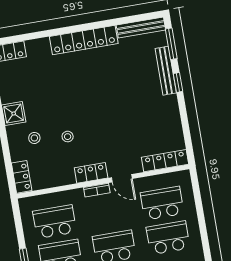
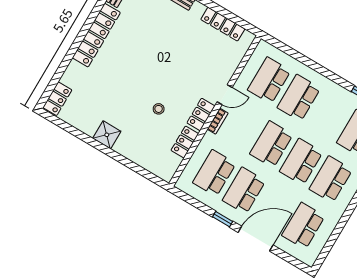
stool: (34, 138) -> (138, 135), removed
locker: (165, 161) -> (223, 24), moved, turned -90
locker: (22, 177) -> (185, 142), moved, turned -90

